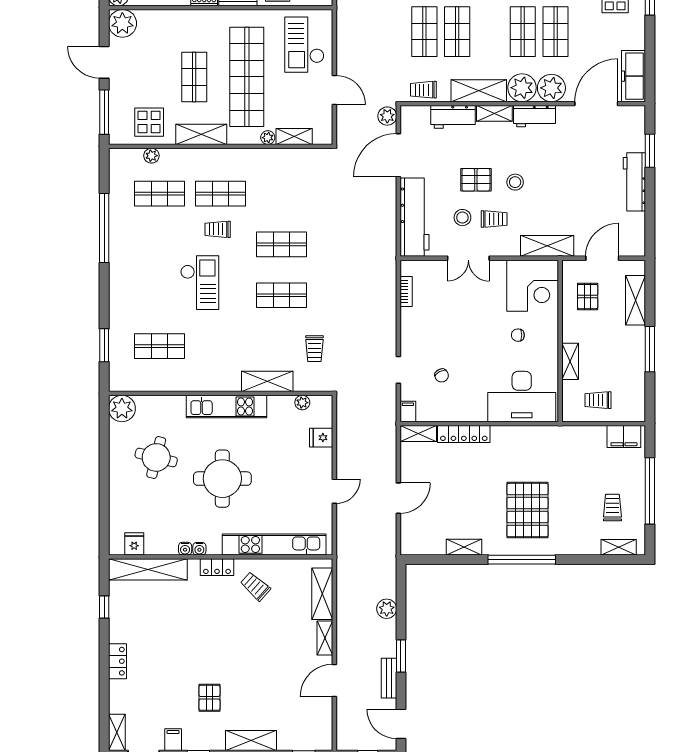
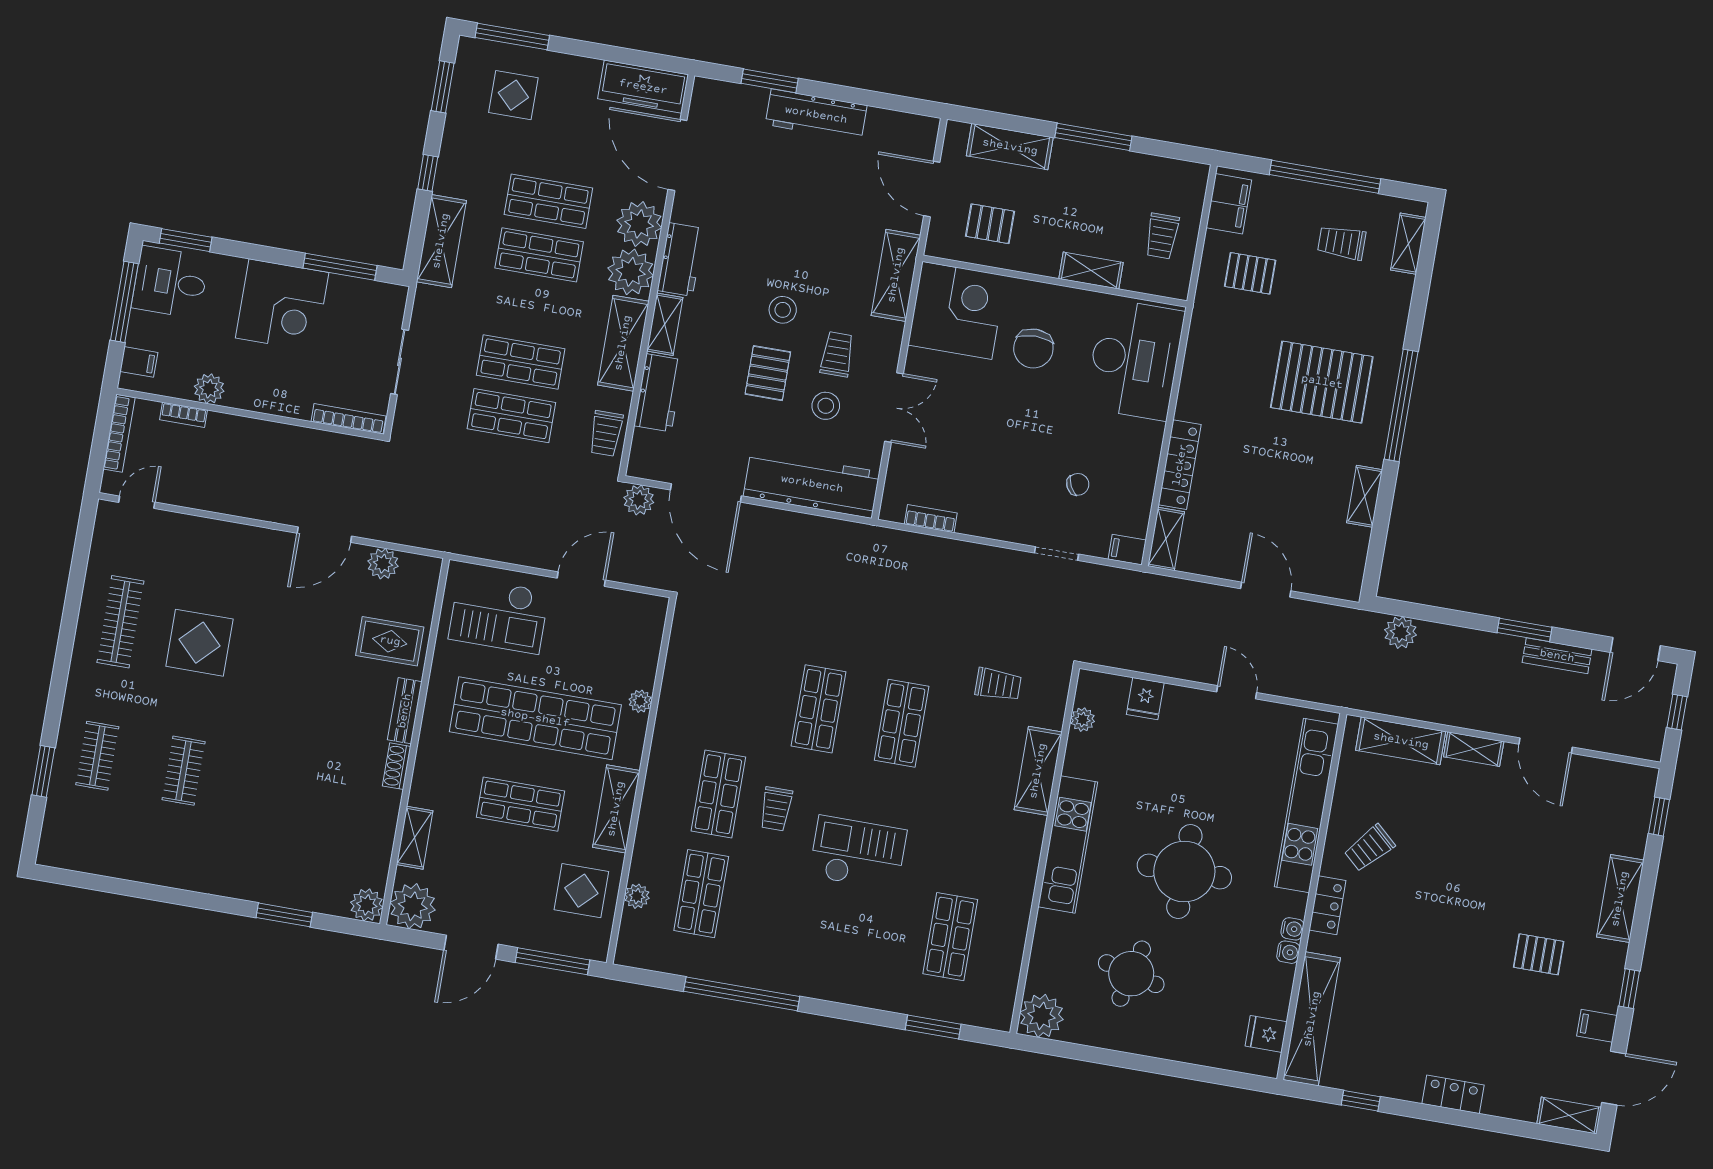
shelving: (294, 136) -> (415, 838), moved
chair: (518, 335) -> (1033, 348), width x1.87, depth x1.87
pallet: (585, 456) -> (1250, 273), added
plant: (387, 609) -> (1400, 632), moved

